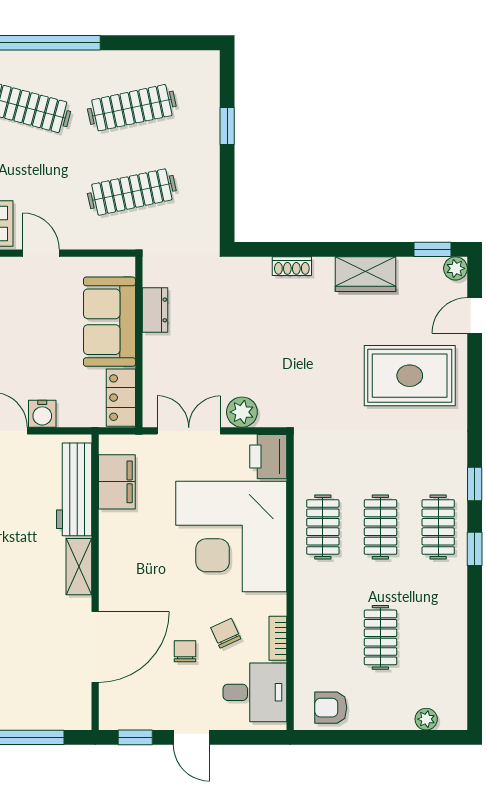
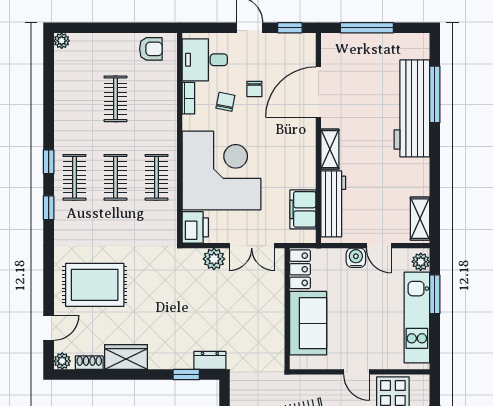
window: (433, 249) -> (186, 375), moved
shoe rack: (292, 266) -> (89, 363), moved
dresser: (155, 310) -> (210, 360), moved, turned 90
chair: (226, 633) -> (225, 102), turned -144
plant: (426, 719) -> (62, 41), moved

